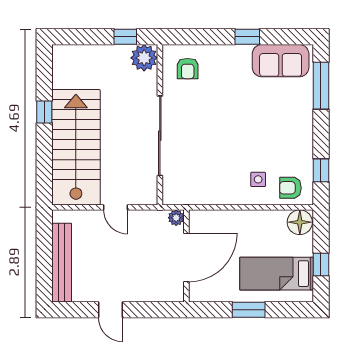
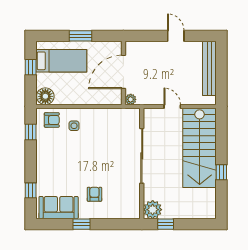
armchair: (188, 69) -> (94, 194), moved
window: (321, 86) -> (31, 190), width x0.46

